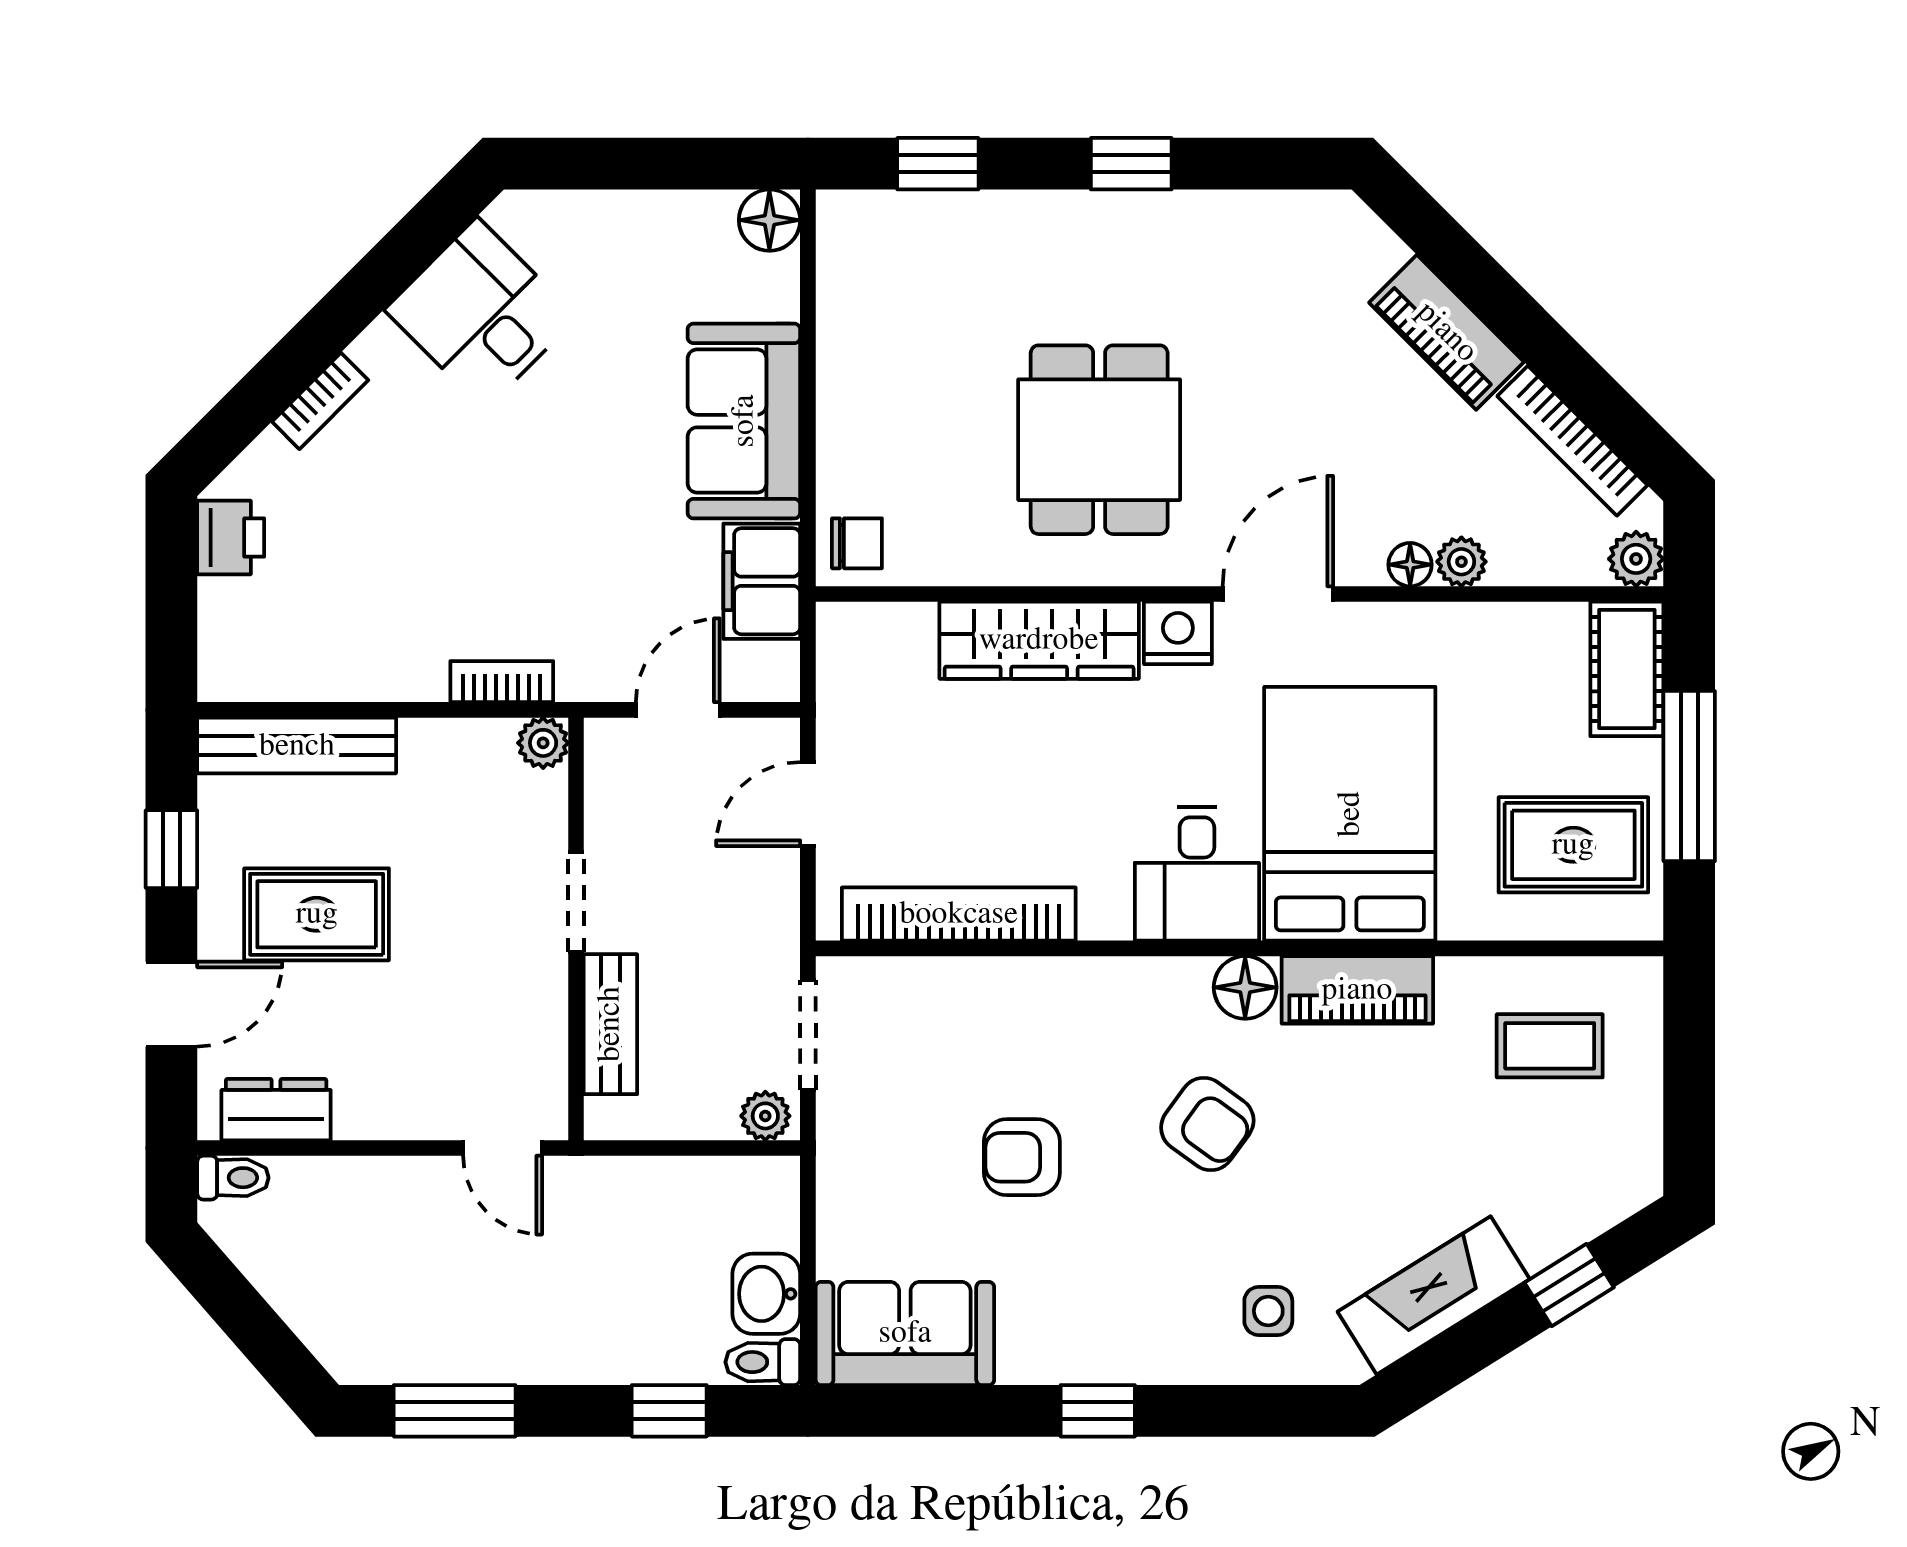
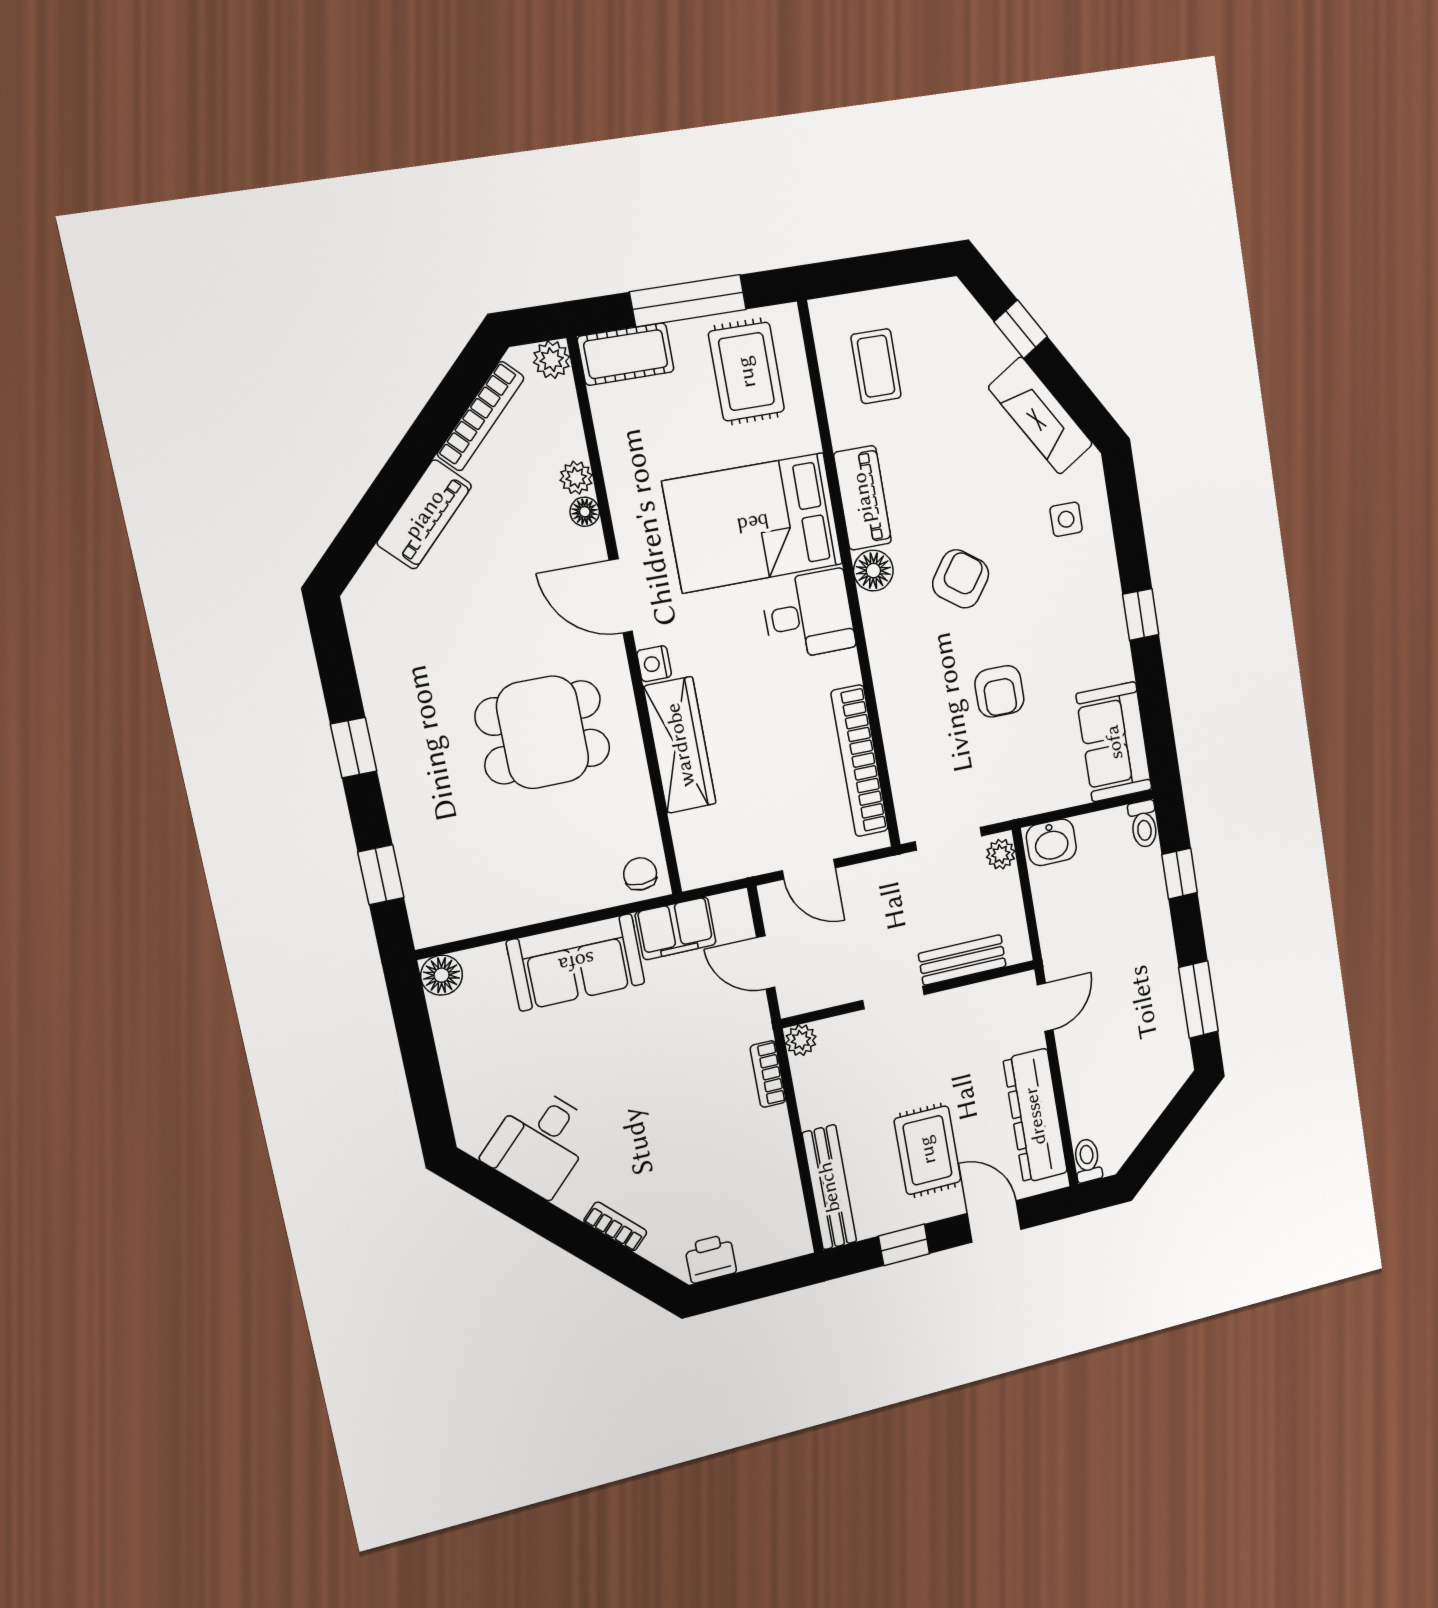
nightstand: (1178, 633) -> (654, 664), width x0.72, depth x0.74
dresser: (276, 1110) -> (1035, 1116), width x1.96, depth x1.24
washbasin: (766, 1294) -> (1051, 842), moved

